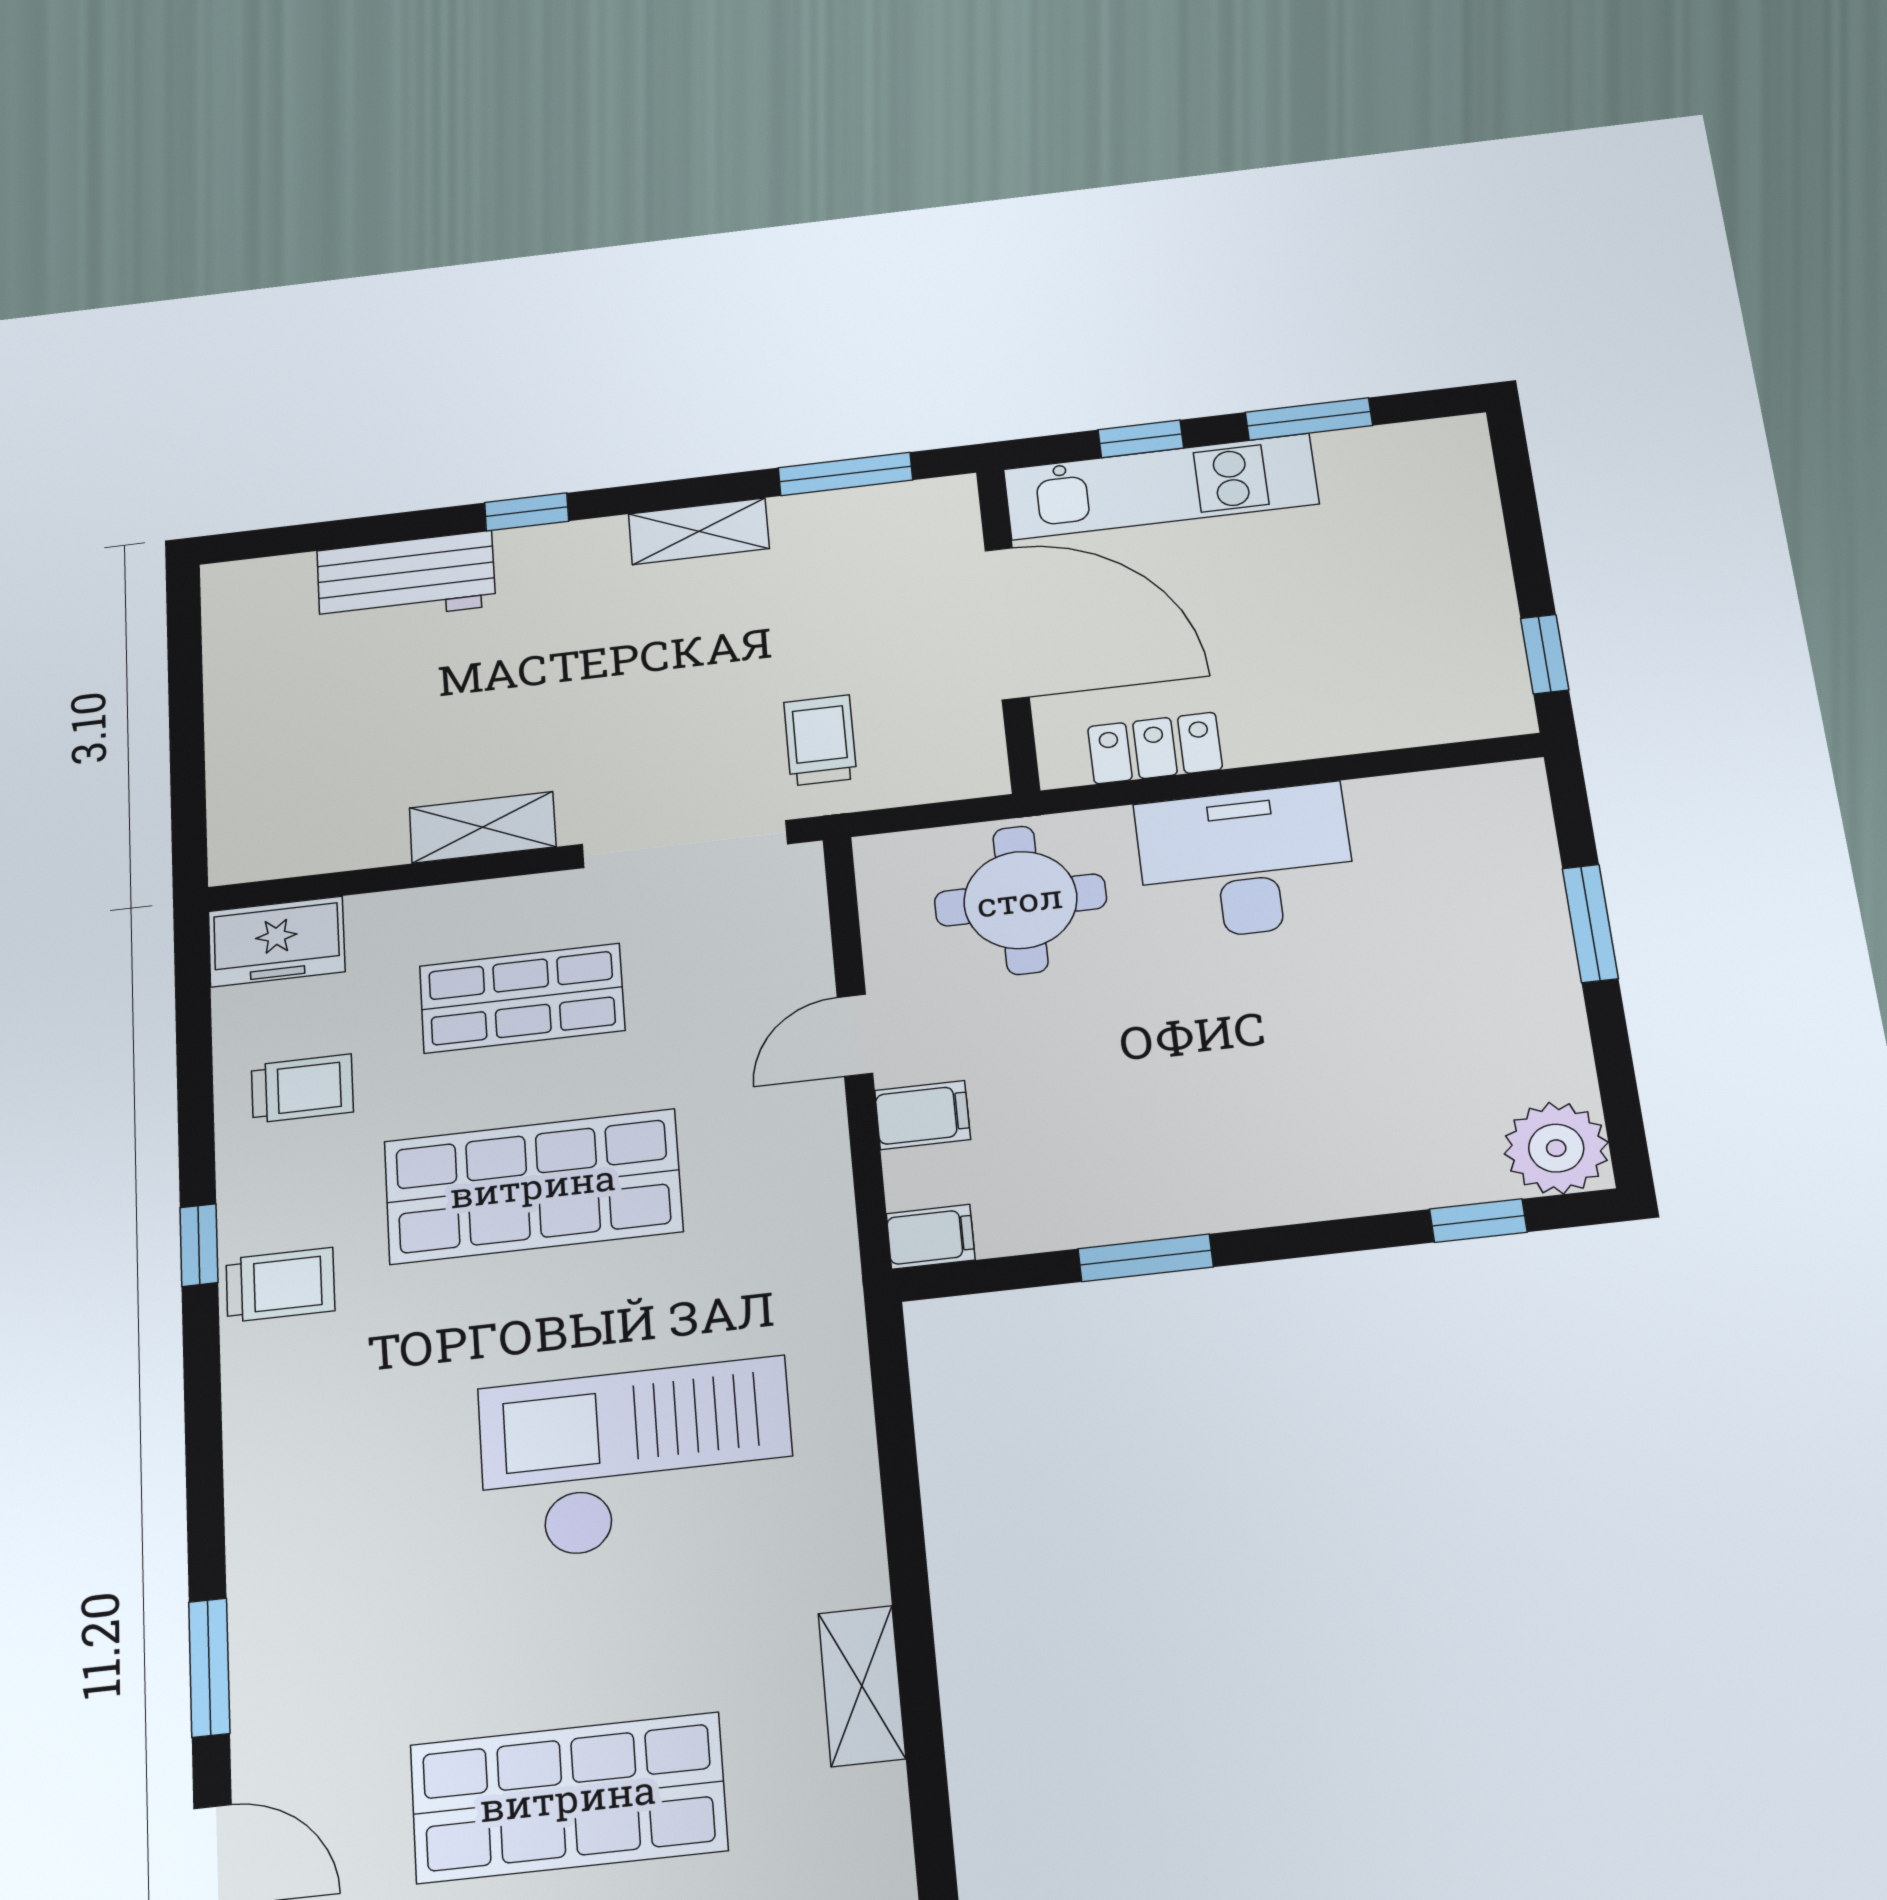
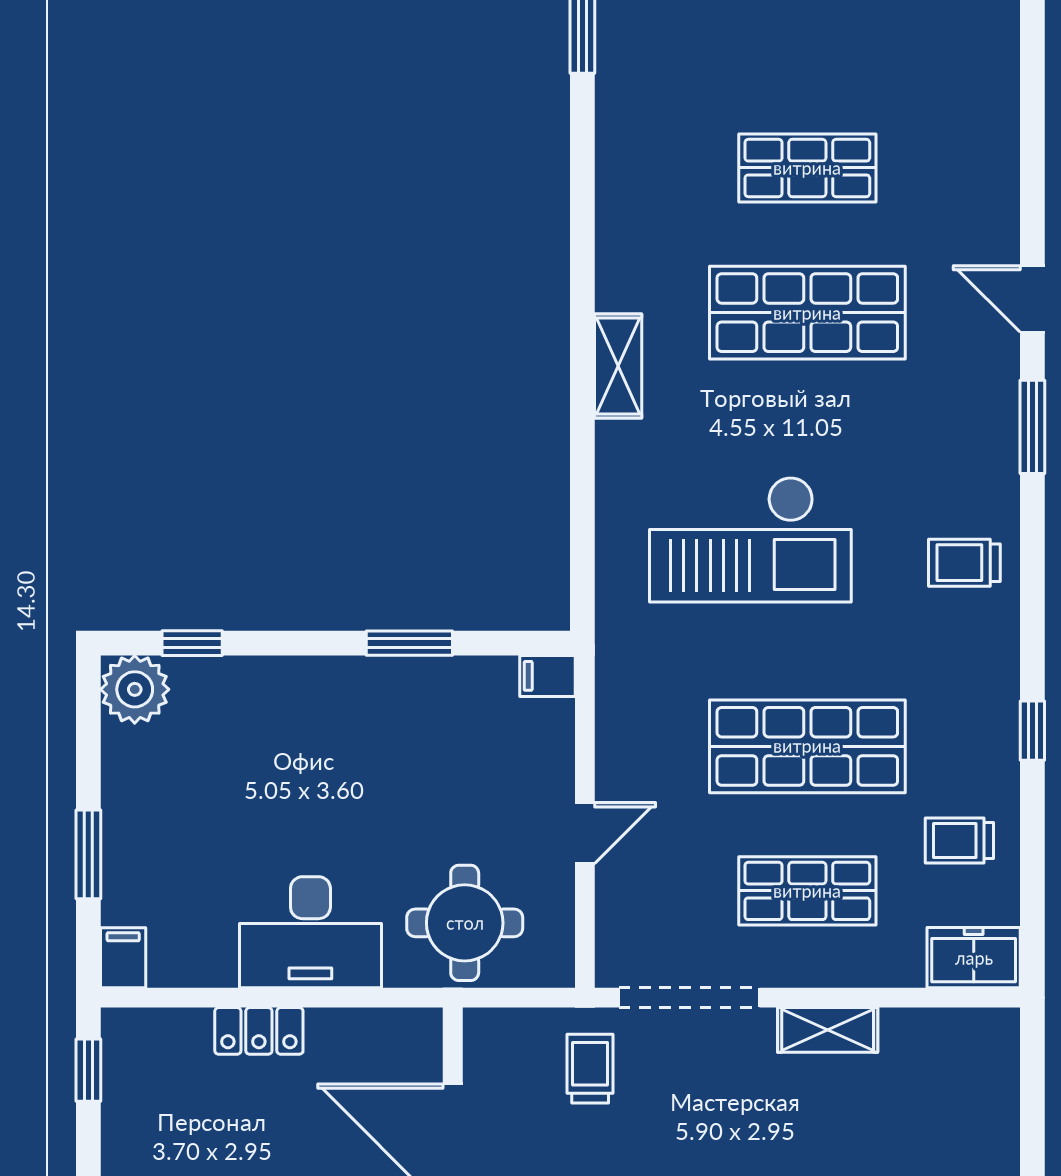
trolley: (820, 740) -> (590, 1069), turned 180
locker: (1155, 748) -> (259, 1031), moved
filing cabinet: (923, 1115) -> (123, 958), moved, turned 90
trolley: (280, 1285) -> (964, 563), moved

